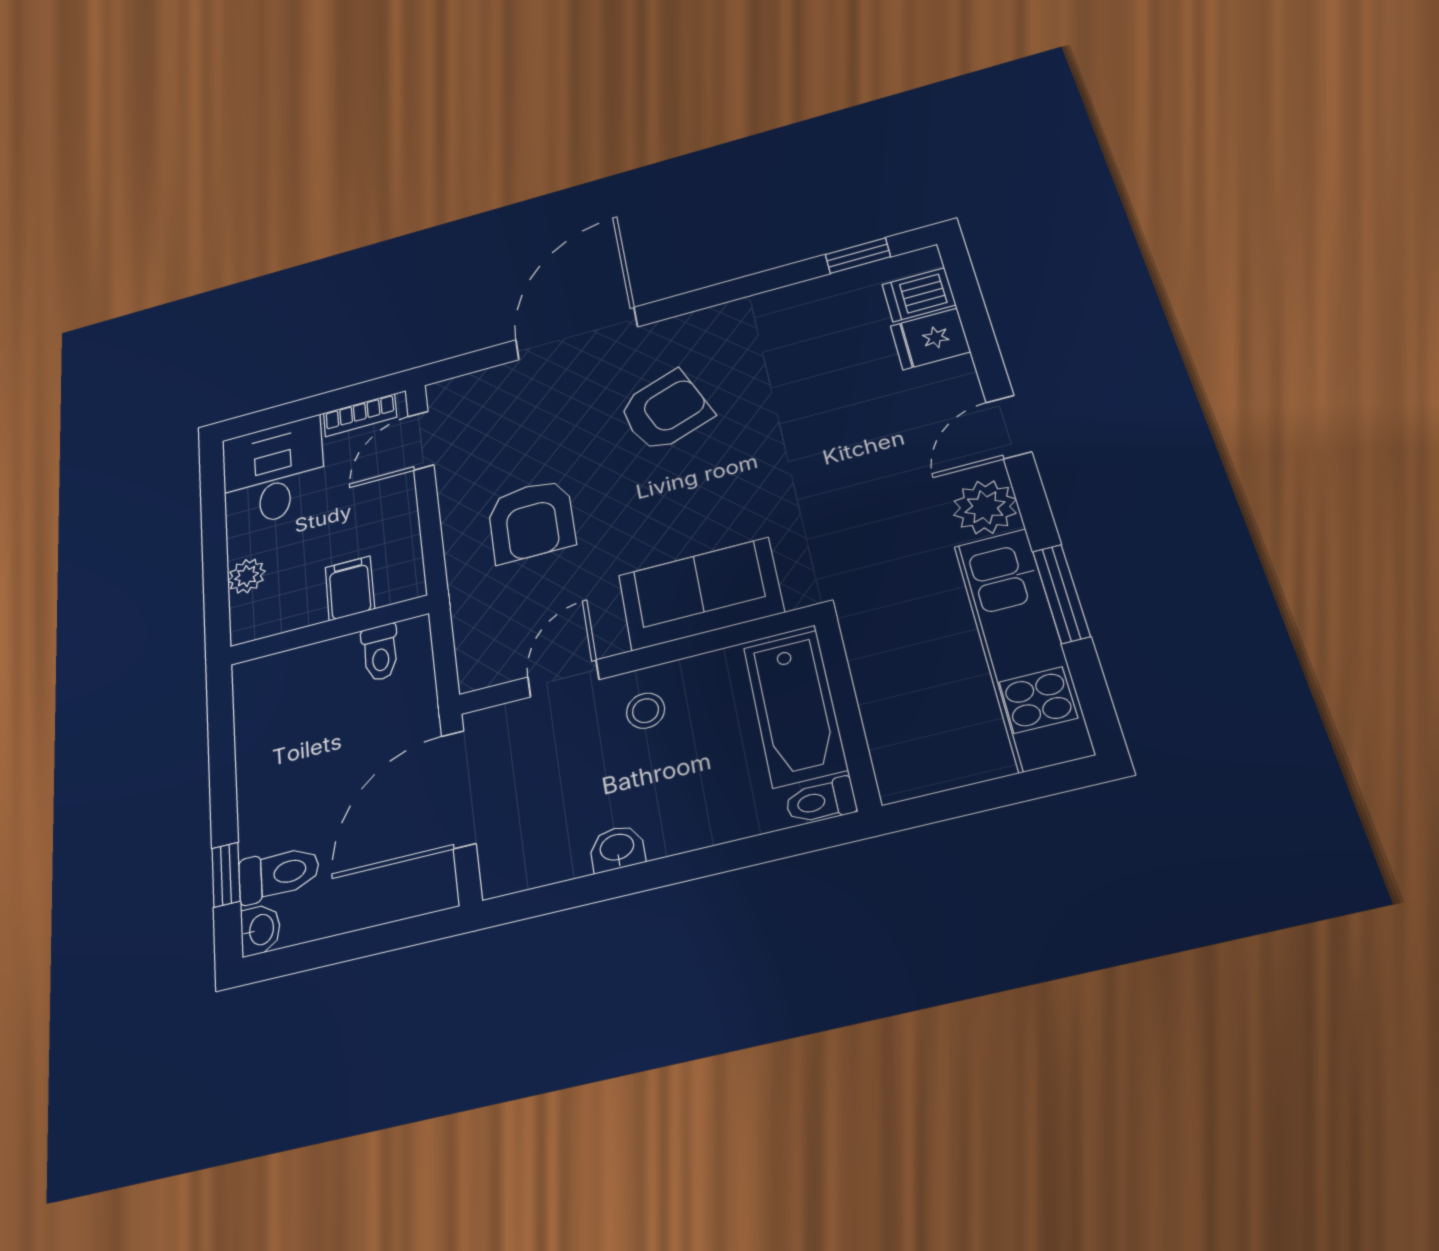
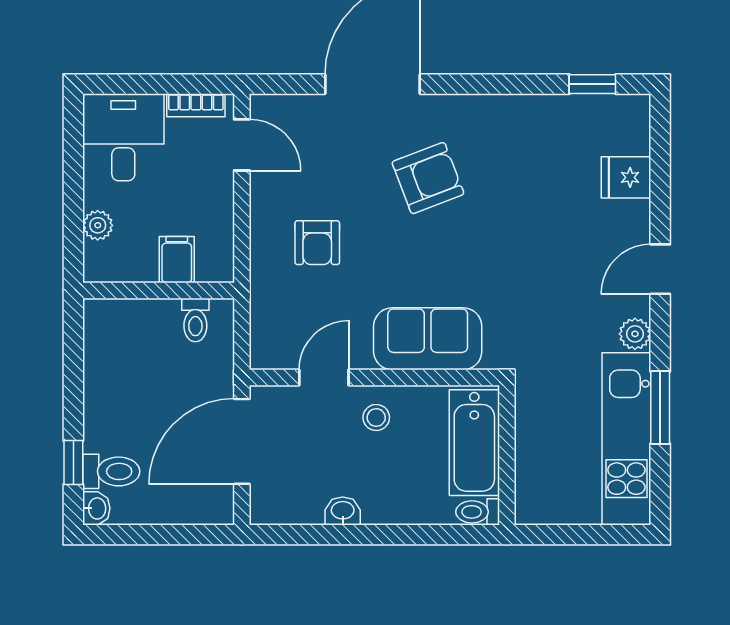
dishwasher: (919, 295) -> (627, 135), removed
door: (421, 441) -> (242, 145), swing flipped
plant: (985, 507) -> (635, 334), width x0.73, depth x0.73
armchair: (531, 521) -> (317, 243), width x0.72, depth x0.72

